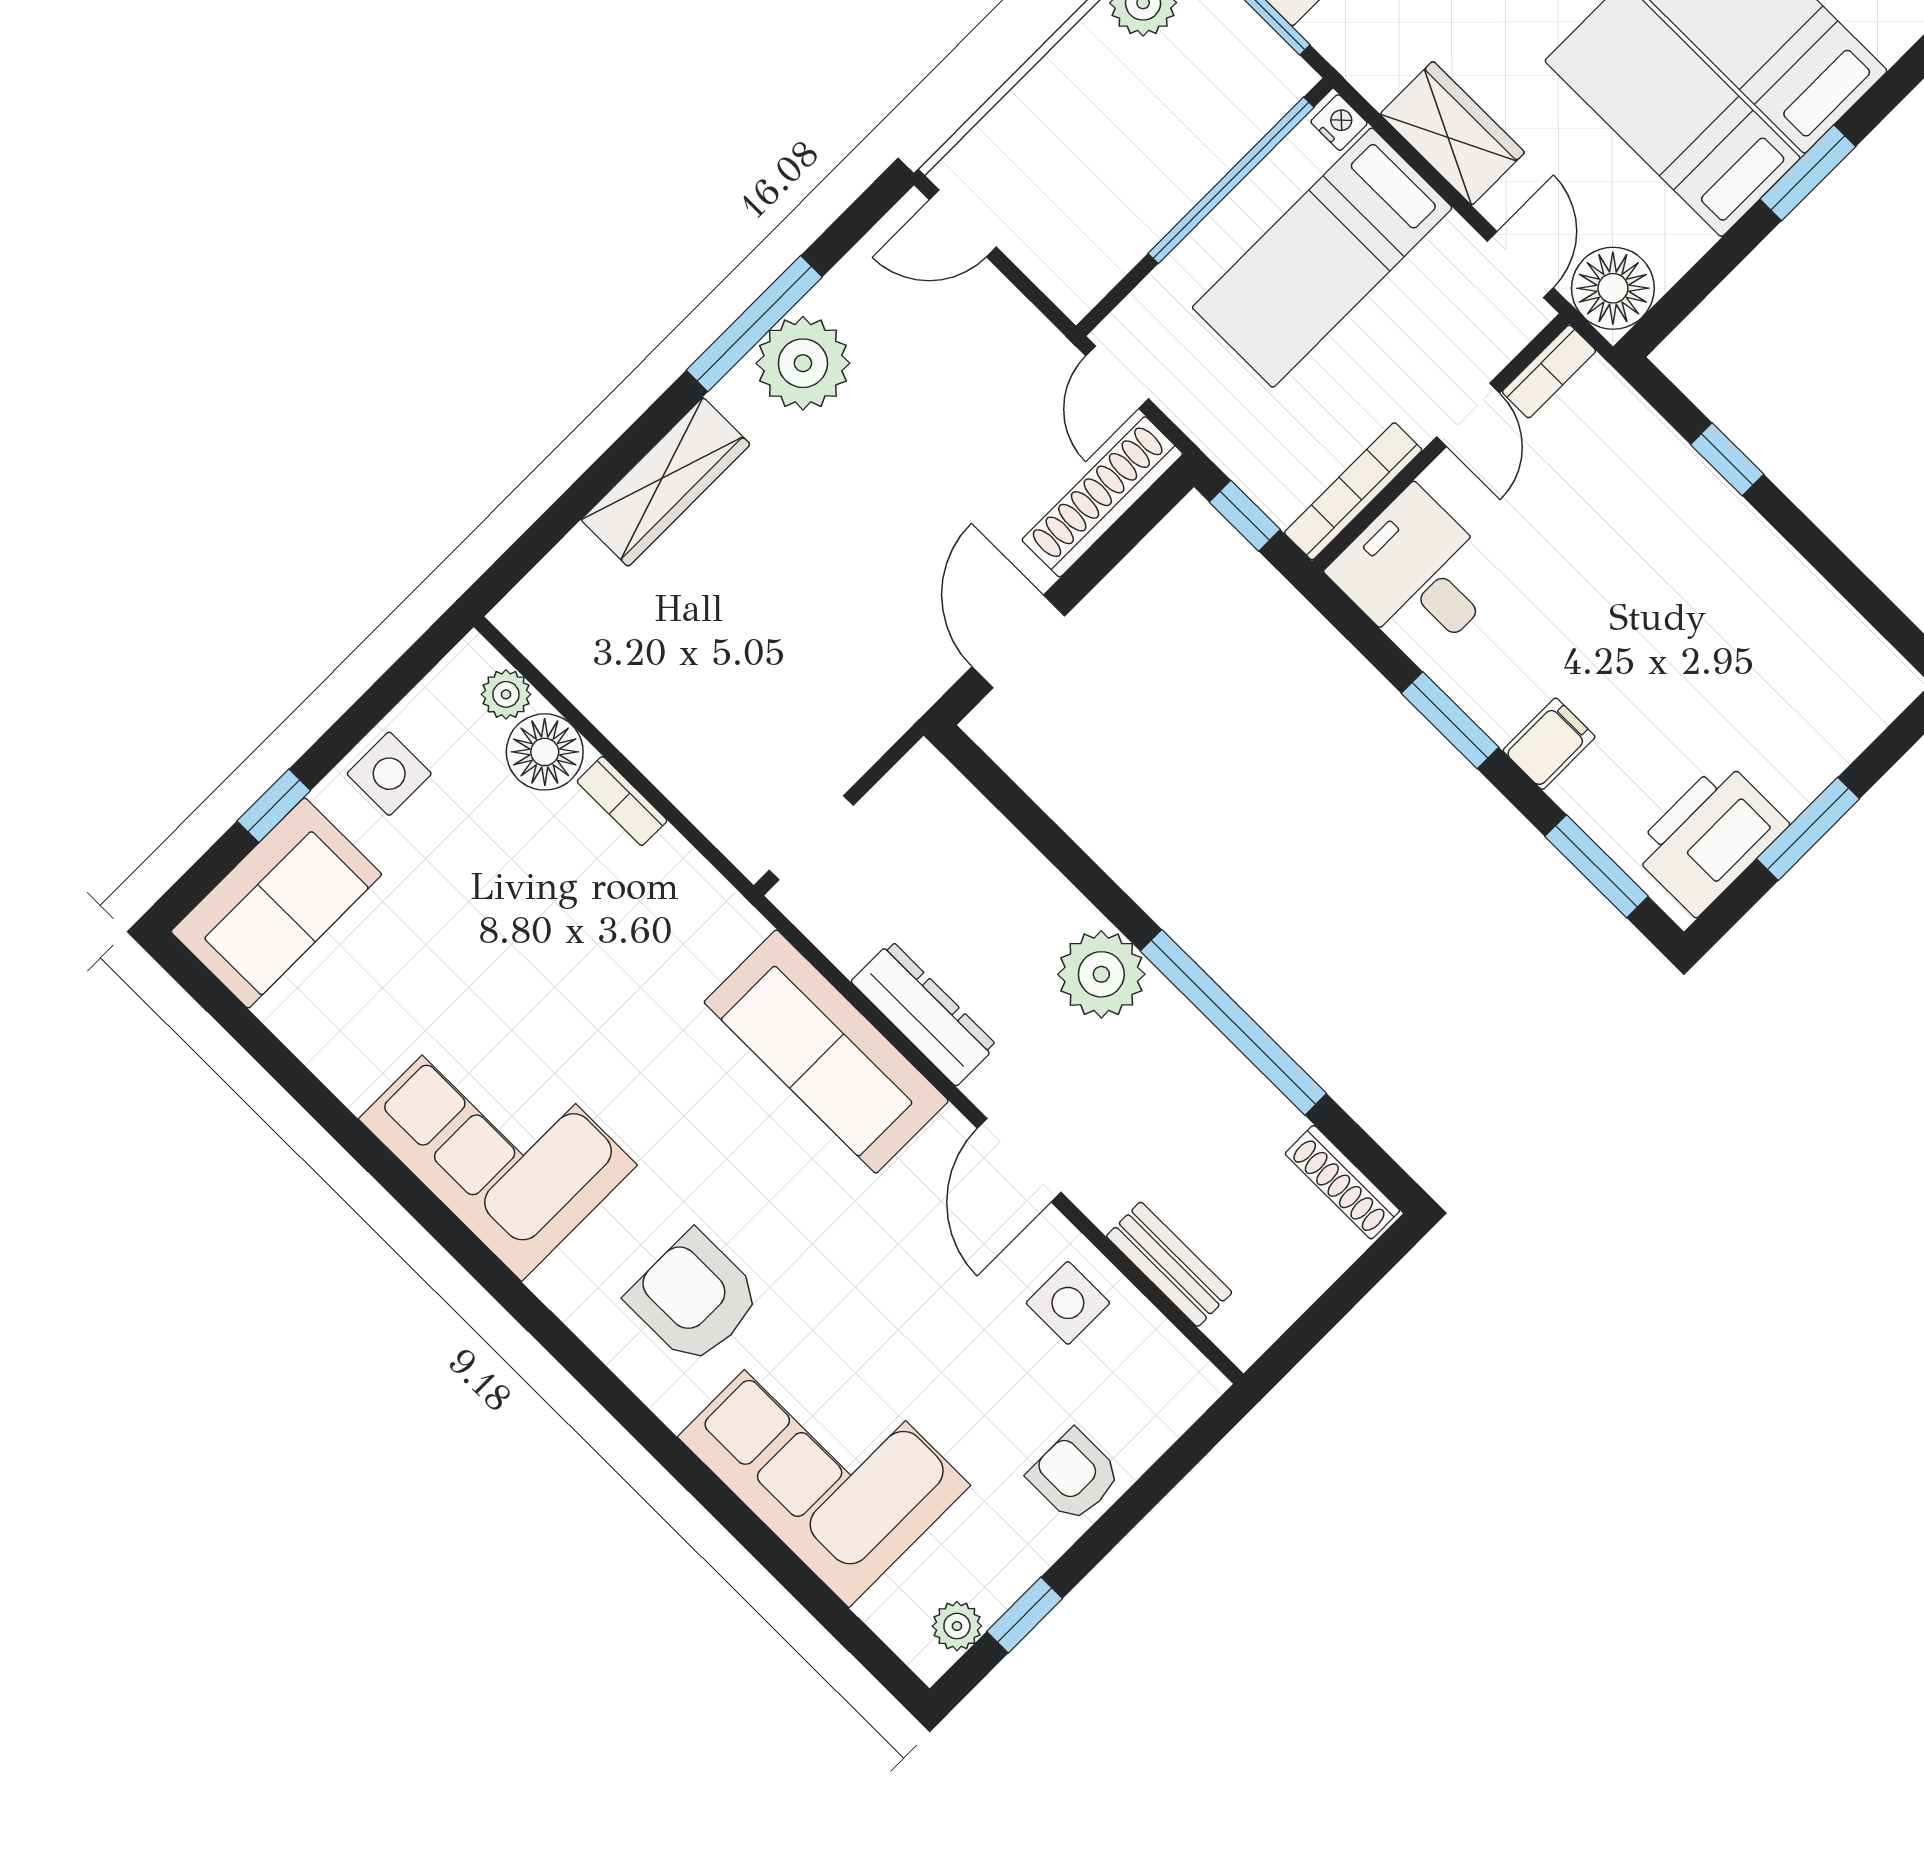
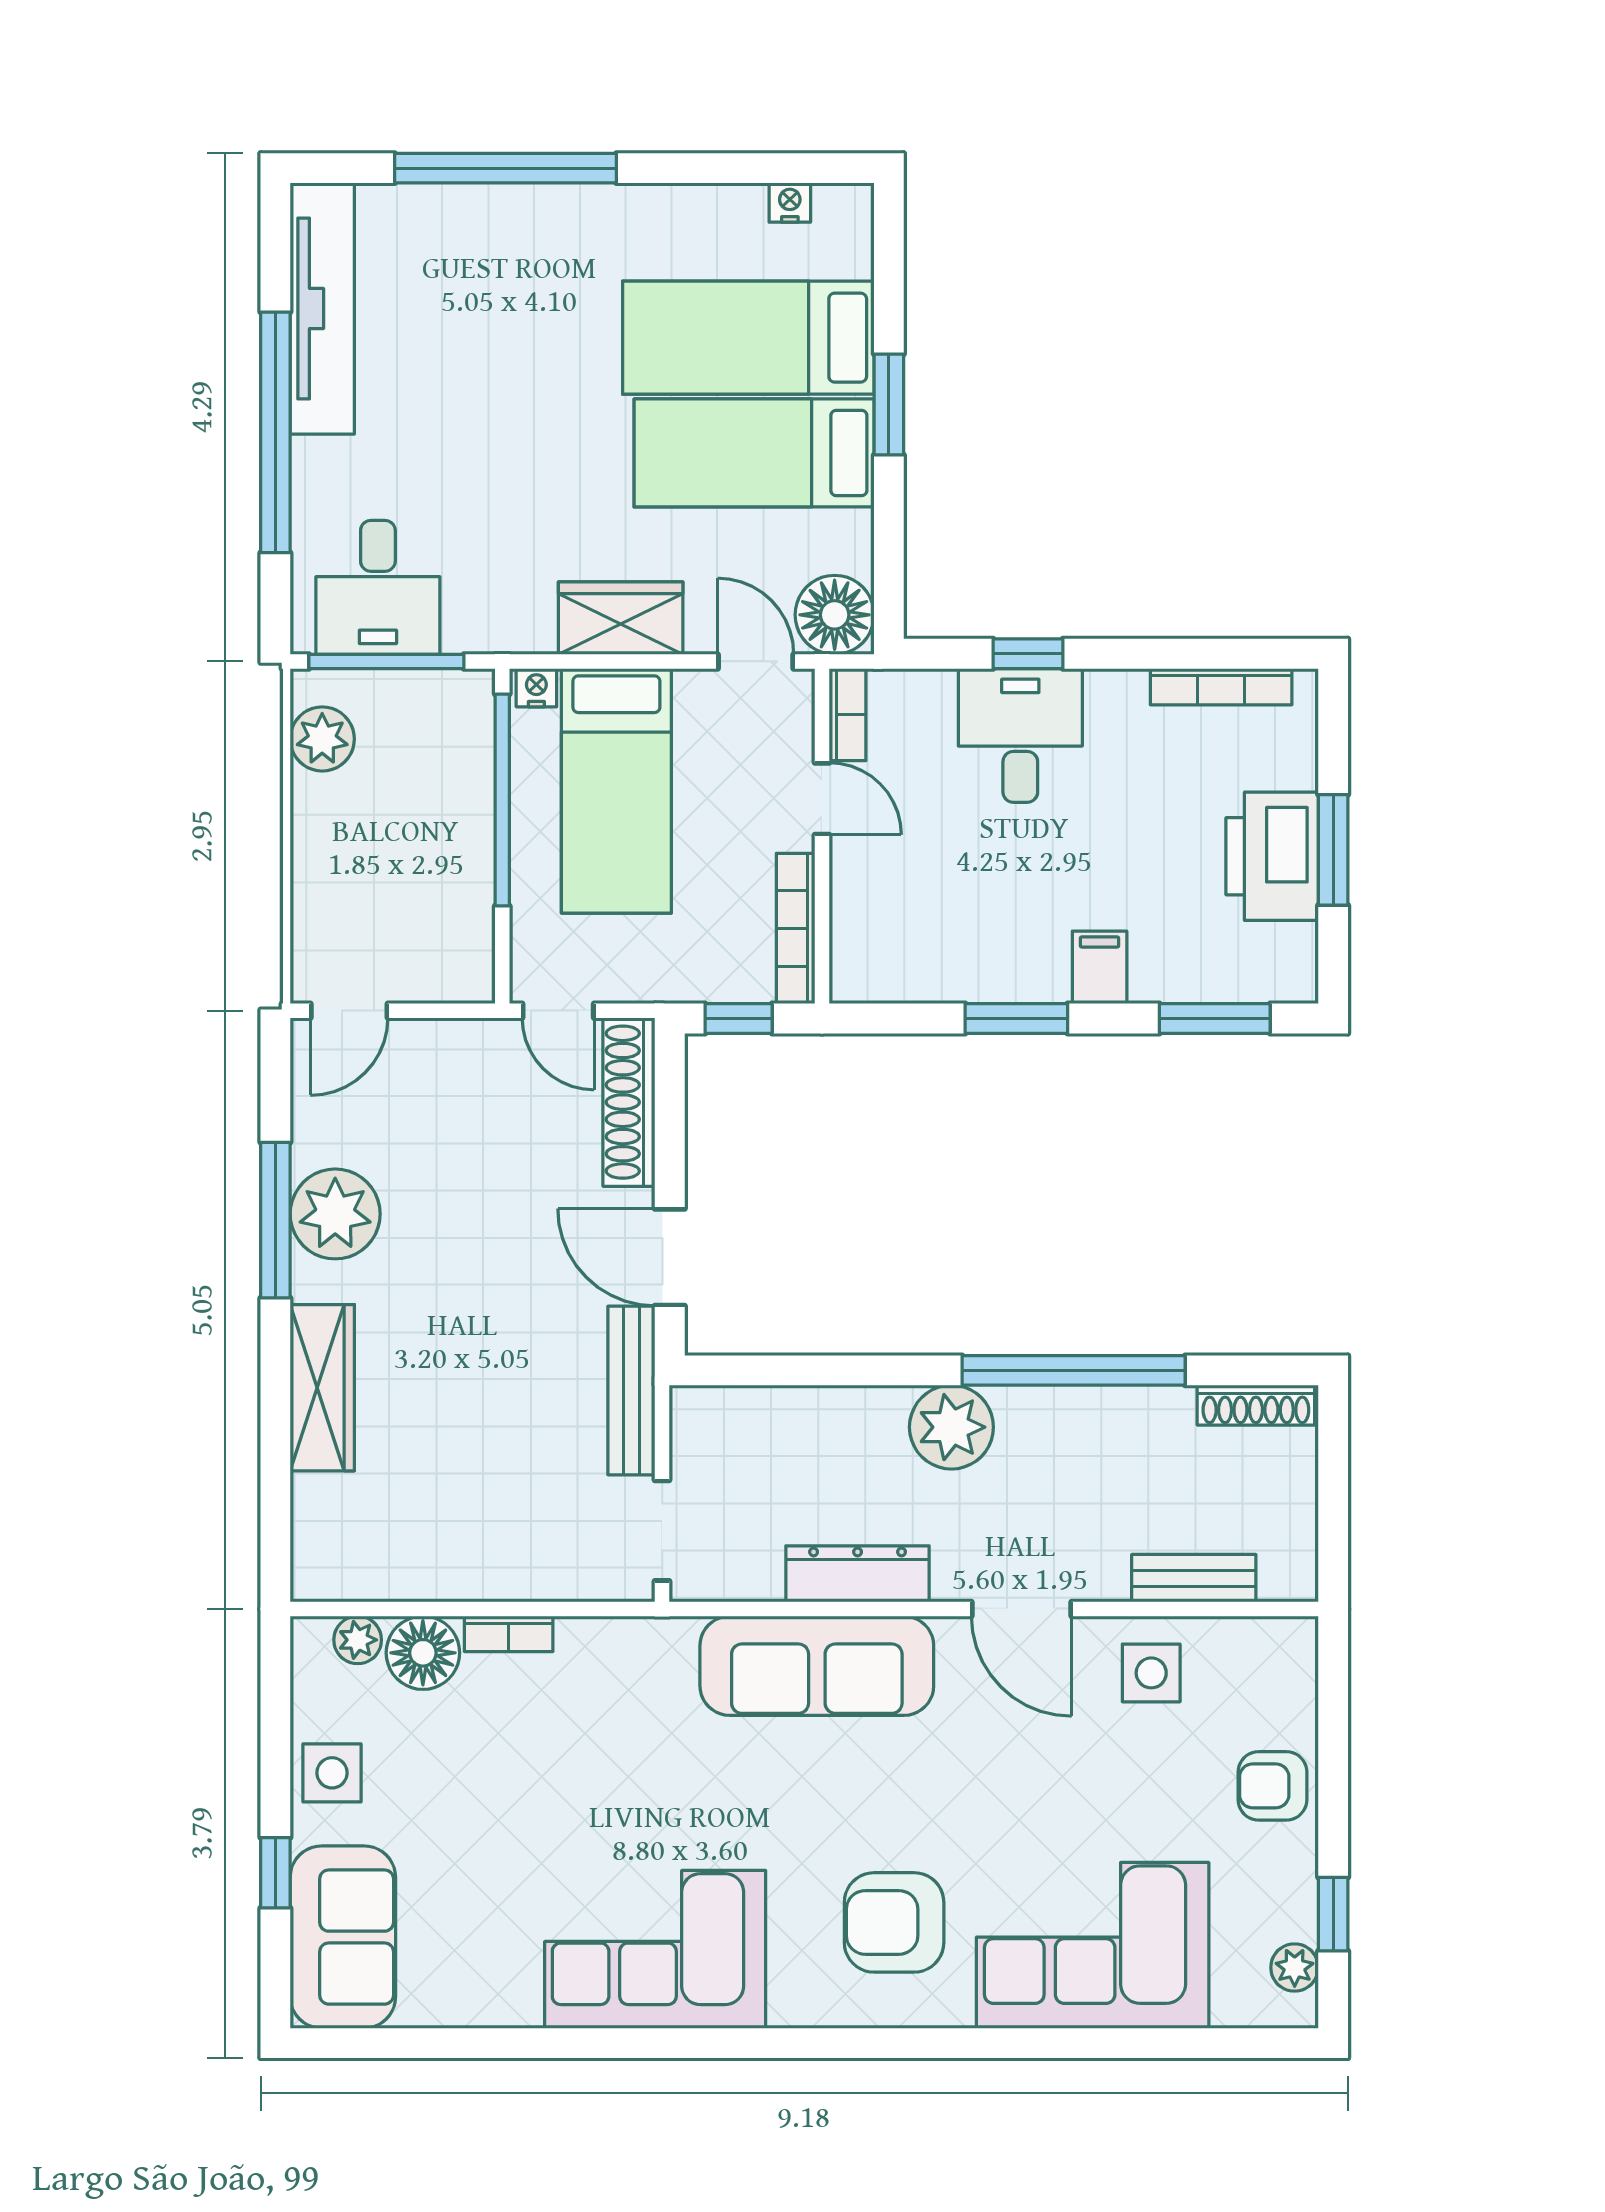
desk: (1418, 575) -> (1020, 735), moved, turned 90
bookcase: (1846, 626) -> (1221, 687), added
bench: (892, 712) -> (631, 1390), added
printer: (1709, 838) -> (1272, 856), moved

